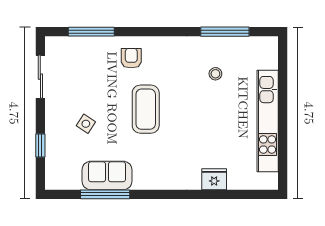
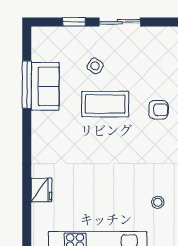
stool: (215, 74) -> (158, 202), moved
sliding door: (40, 77) -> (120, 22), moved
coffee table: (146, 109) -> (105, 104), moved

